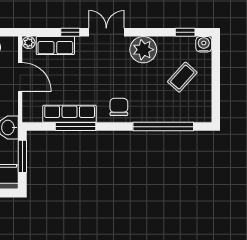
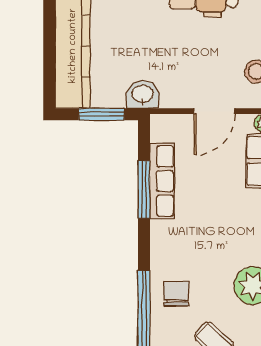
chair: (119, 107) -> (176, 294), moved, turned -90

